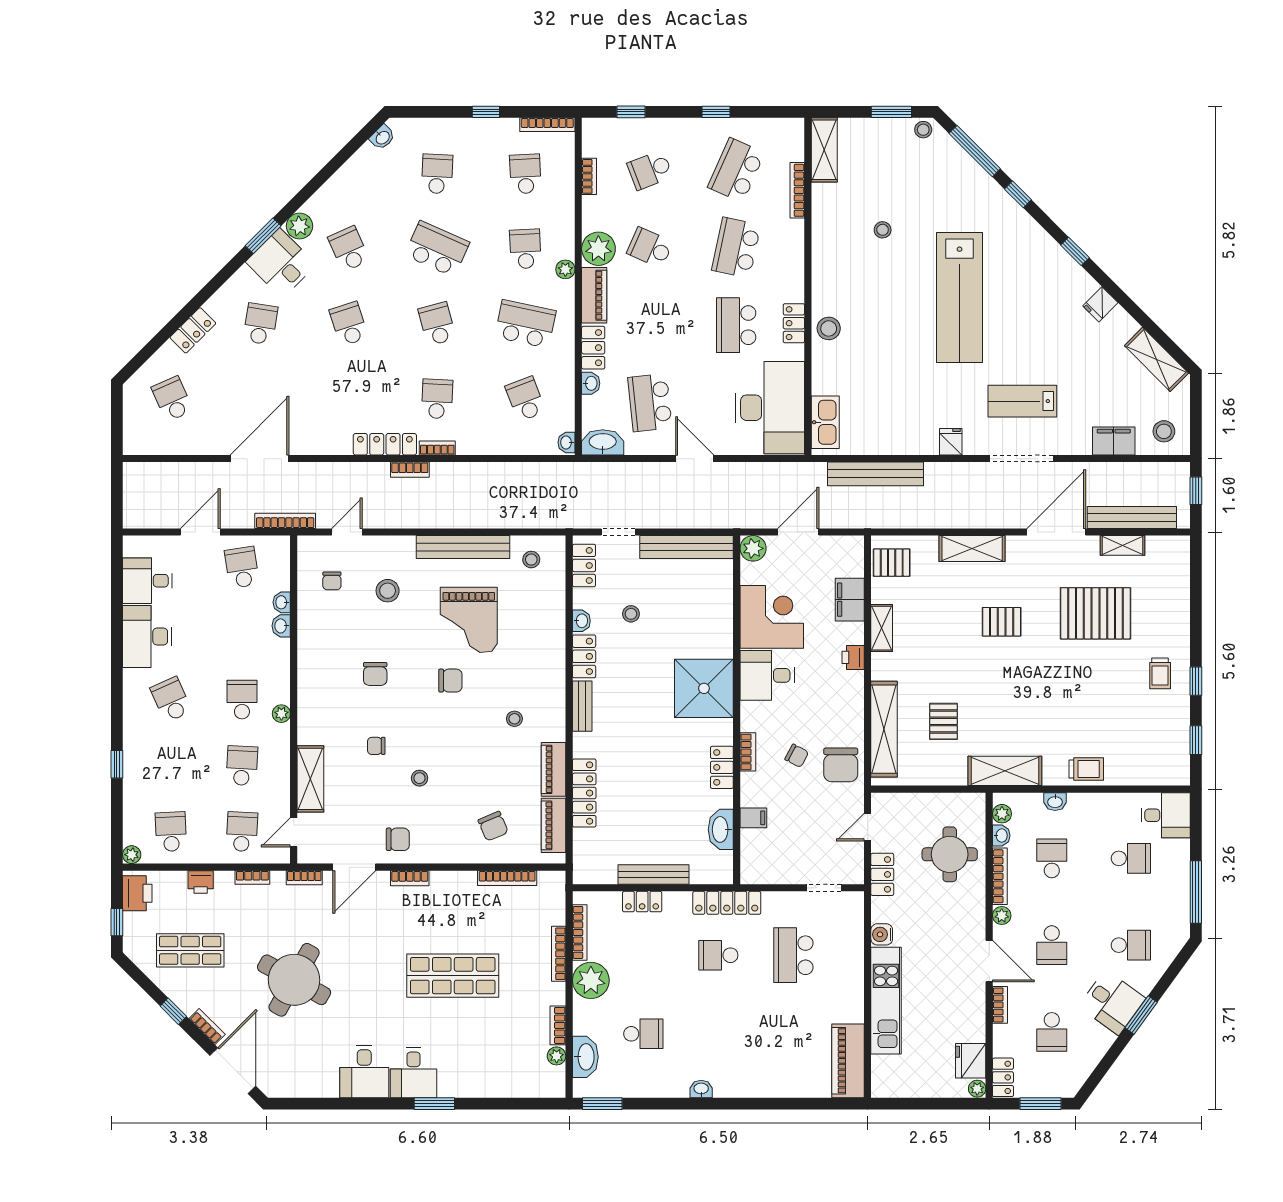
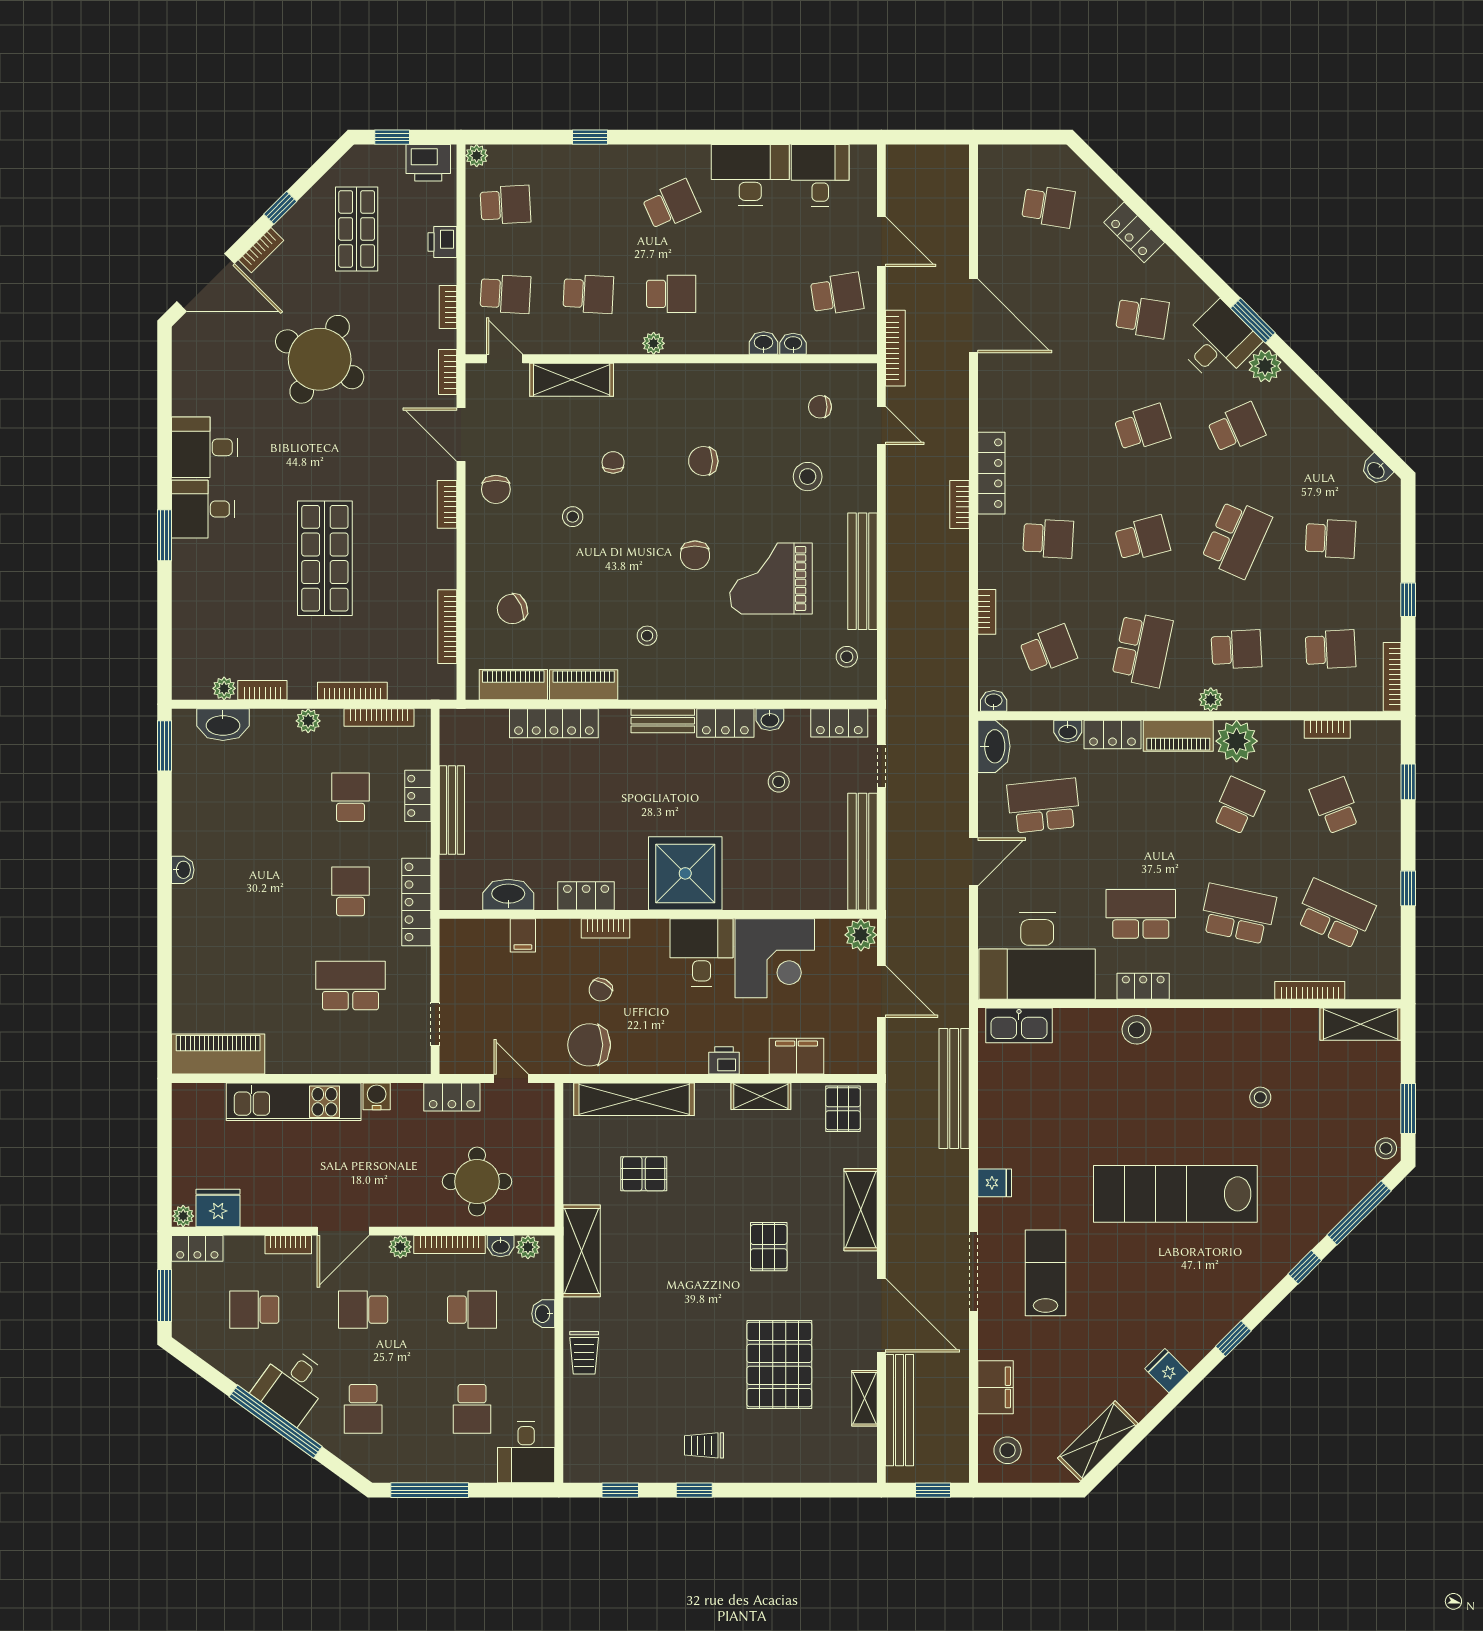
school desk: (172, 399) -> (1048, 206), turned 33
bookcase: (437, 448) -> (987, 612), moved
plant: (591, 980) -> (308, 721), width x0.53, depth x0.53
window: (1141, 1015) -> (276, 1422), width x2.11
school desk: (643, 1034) -> (351, 797), moved, turned 180

